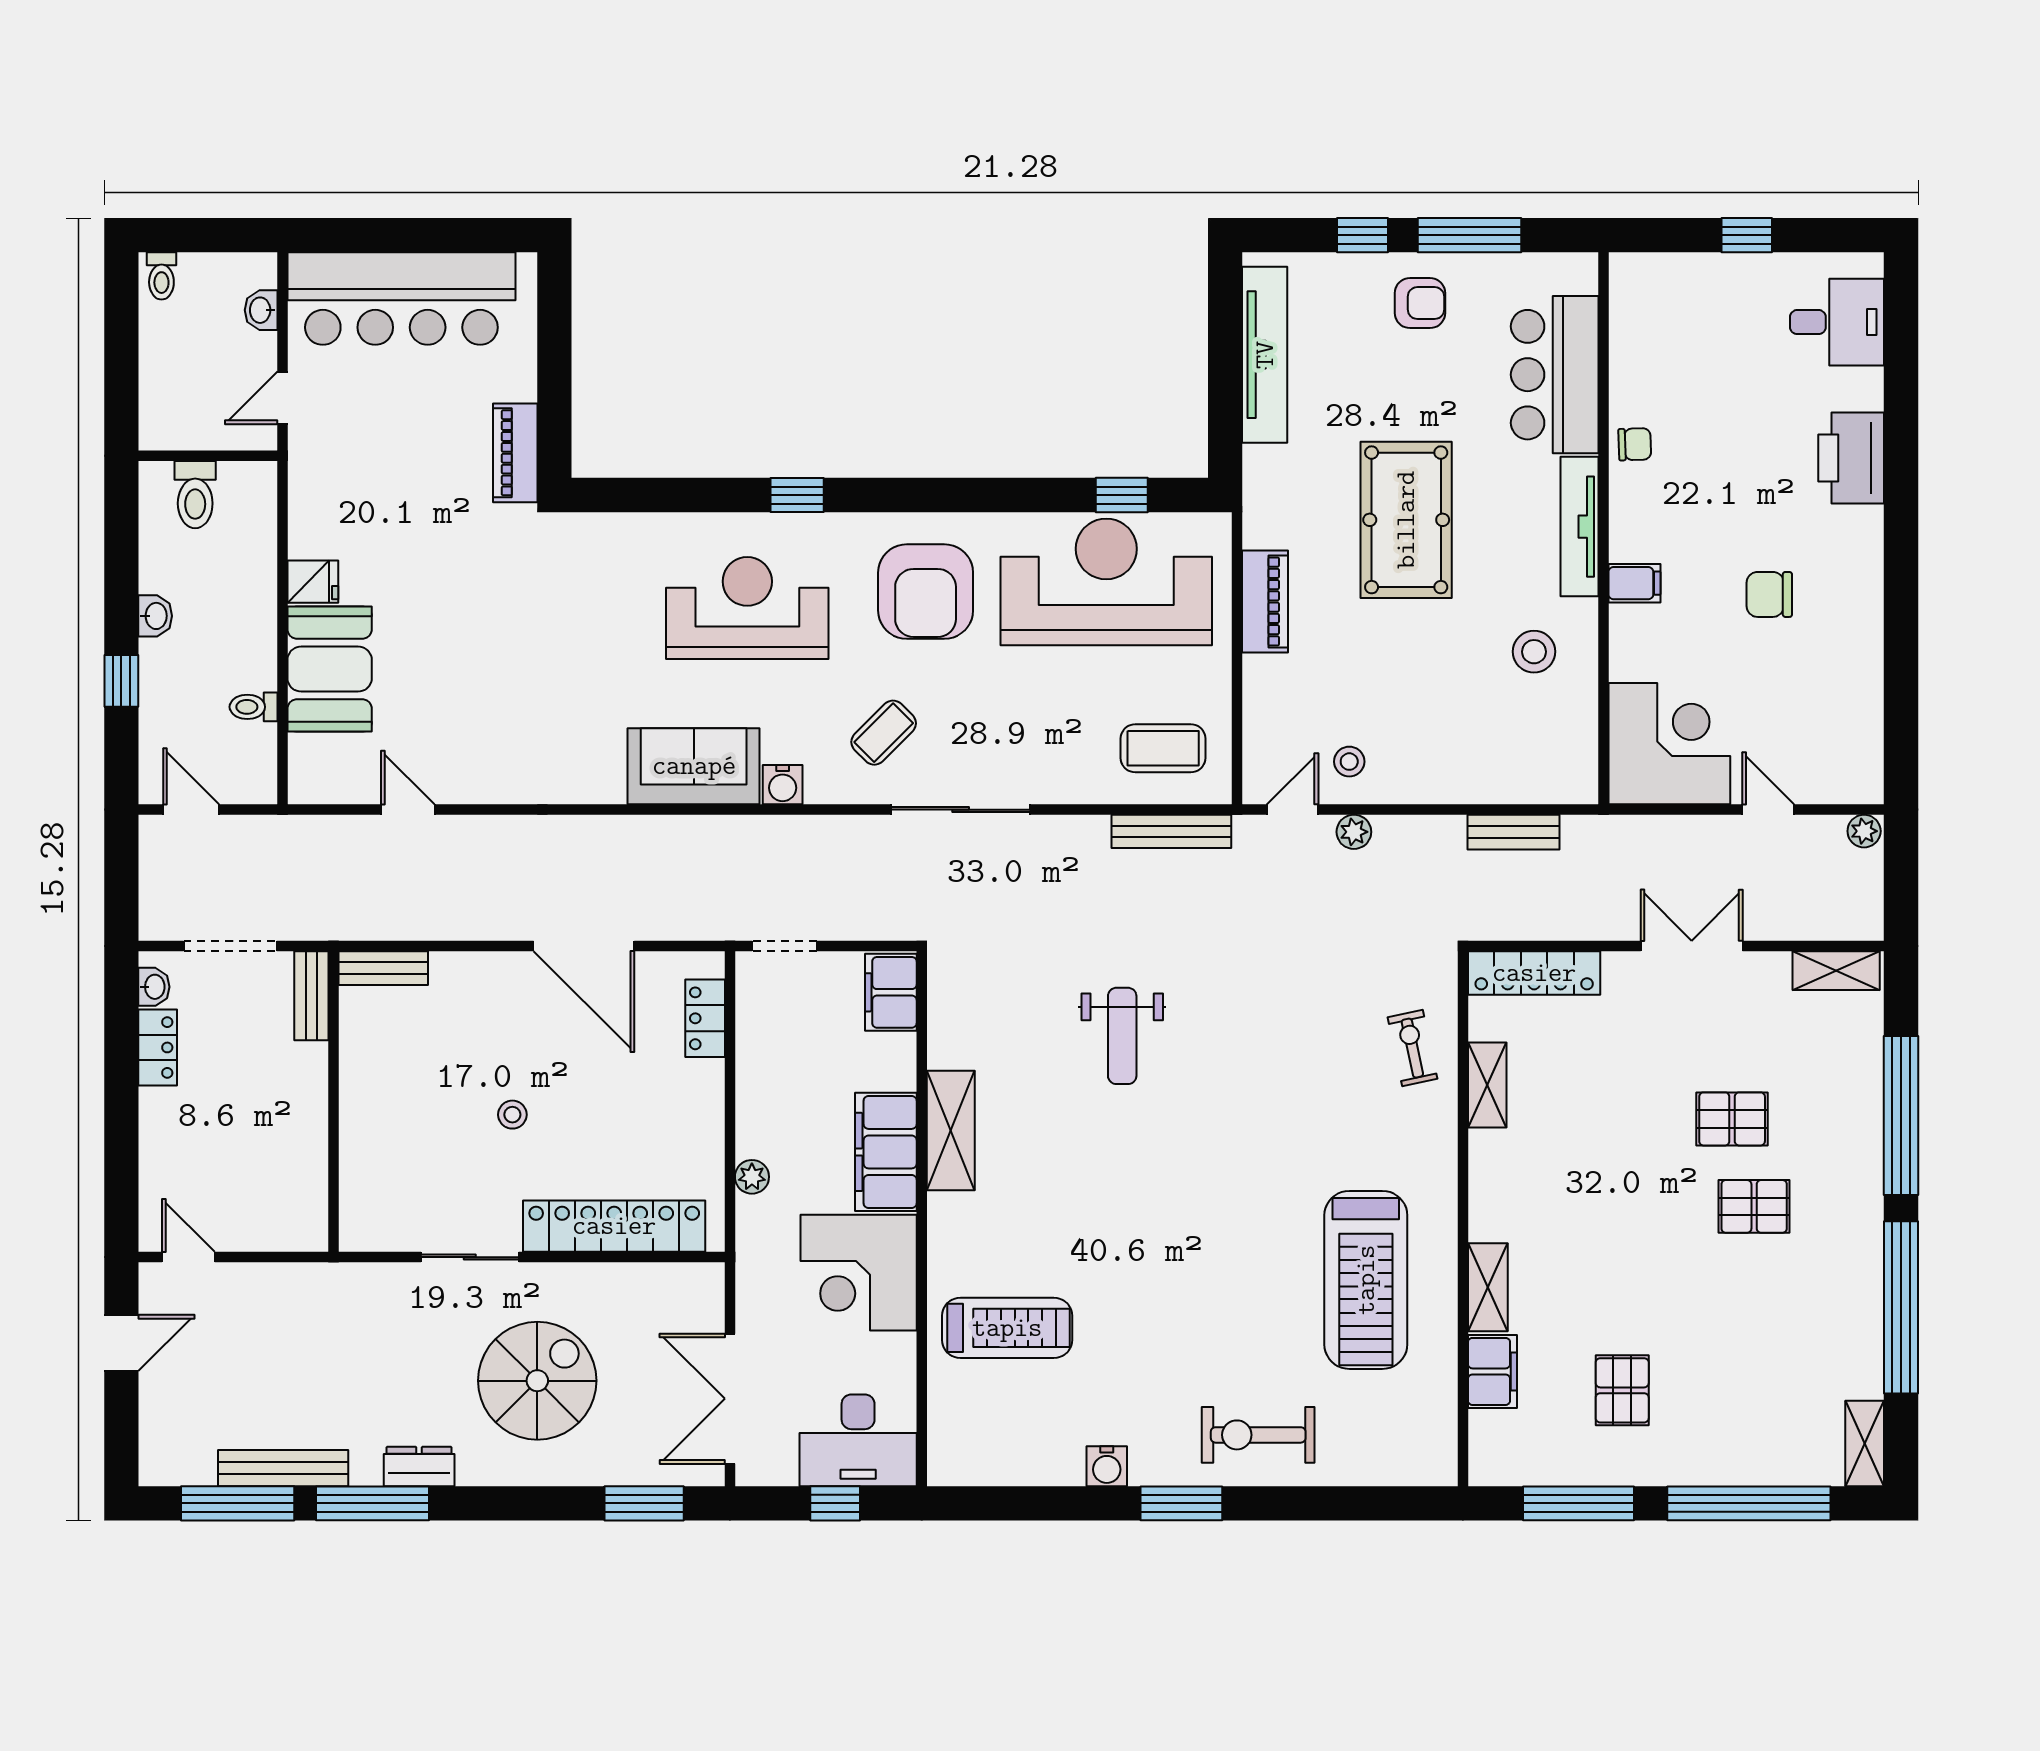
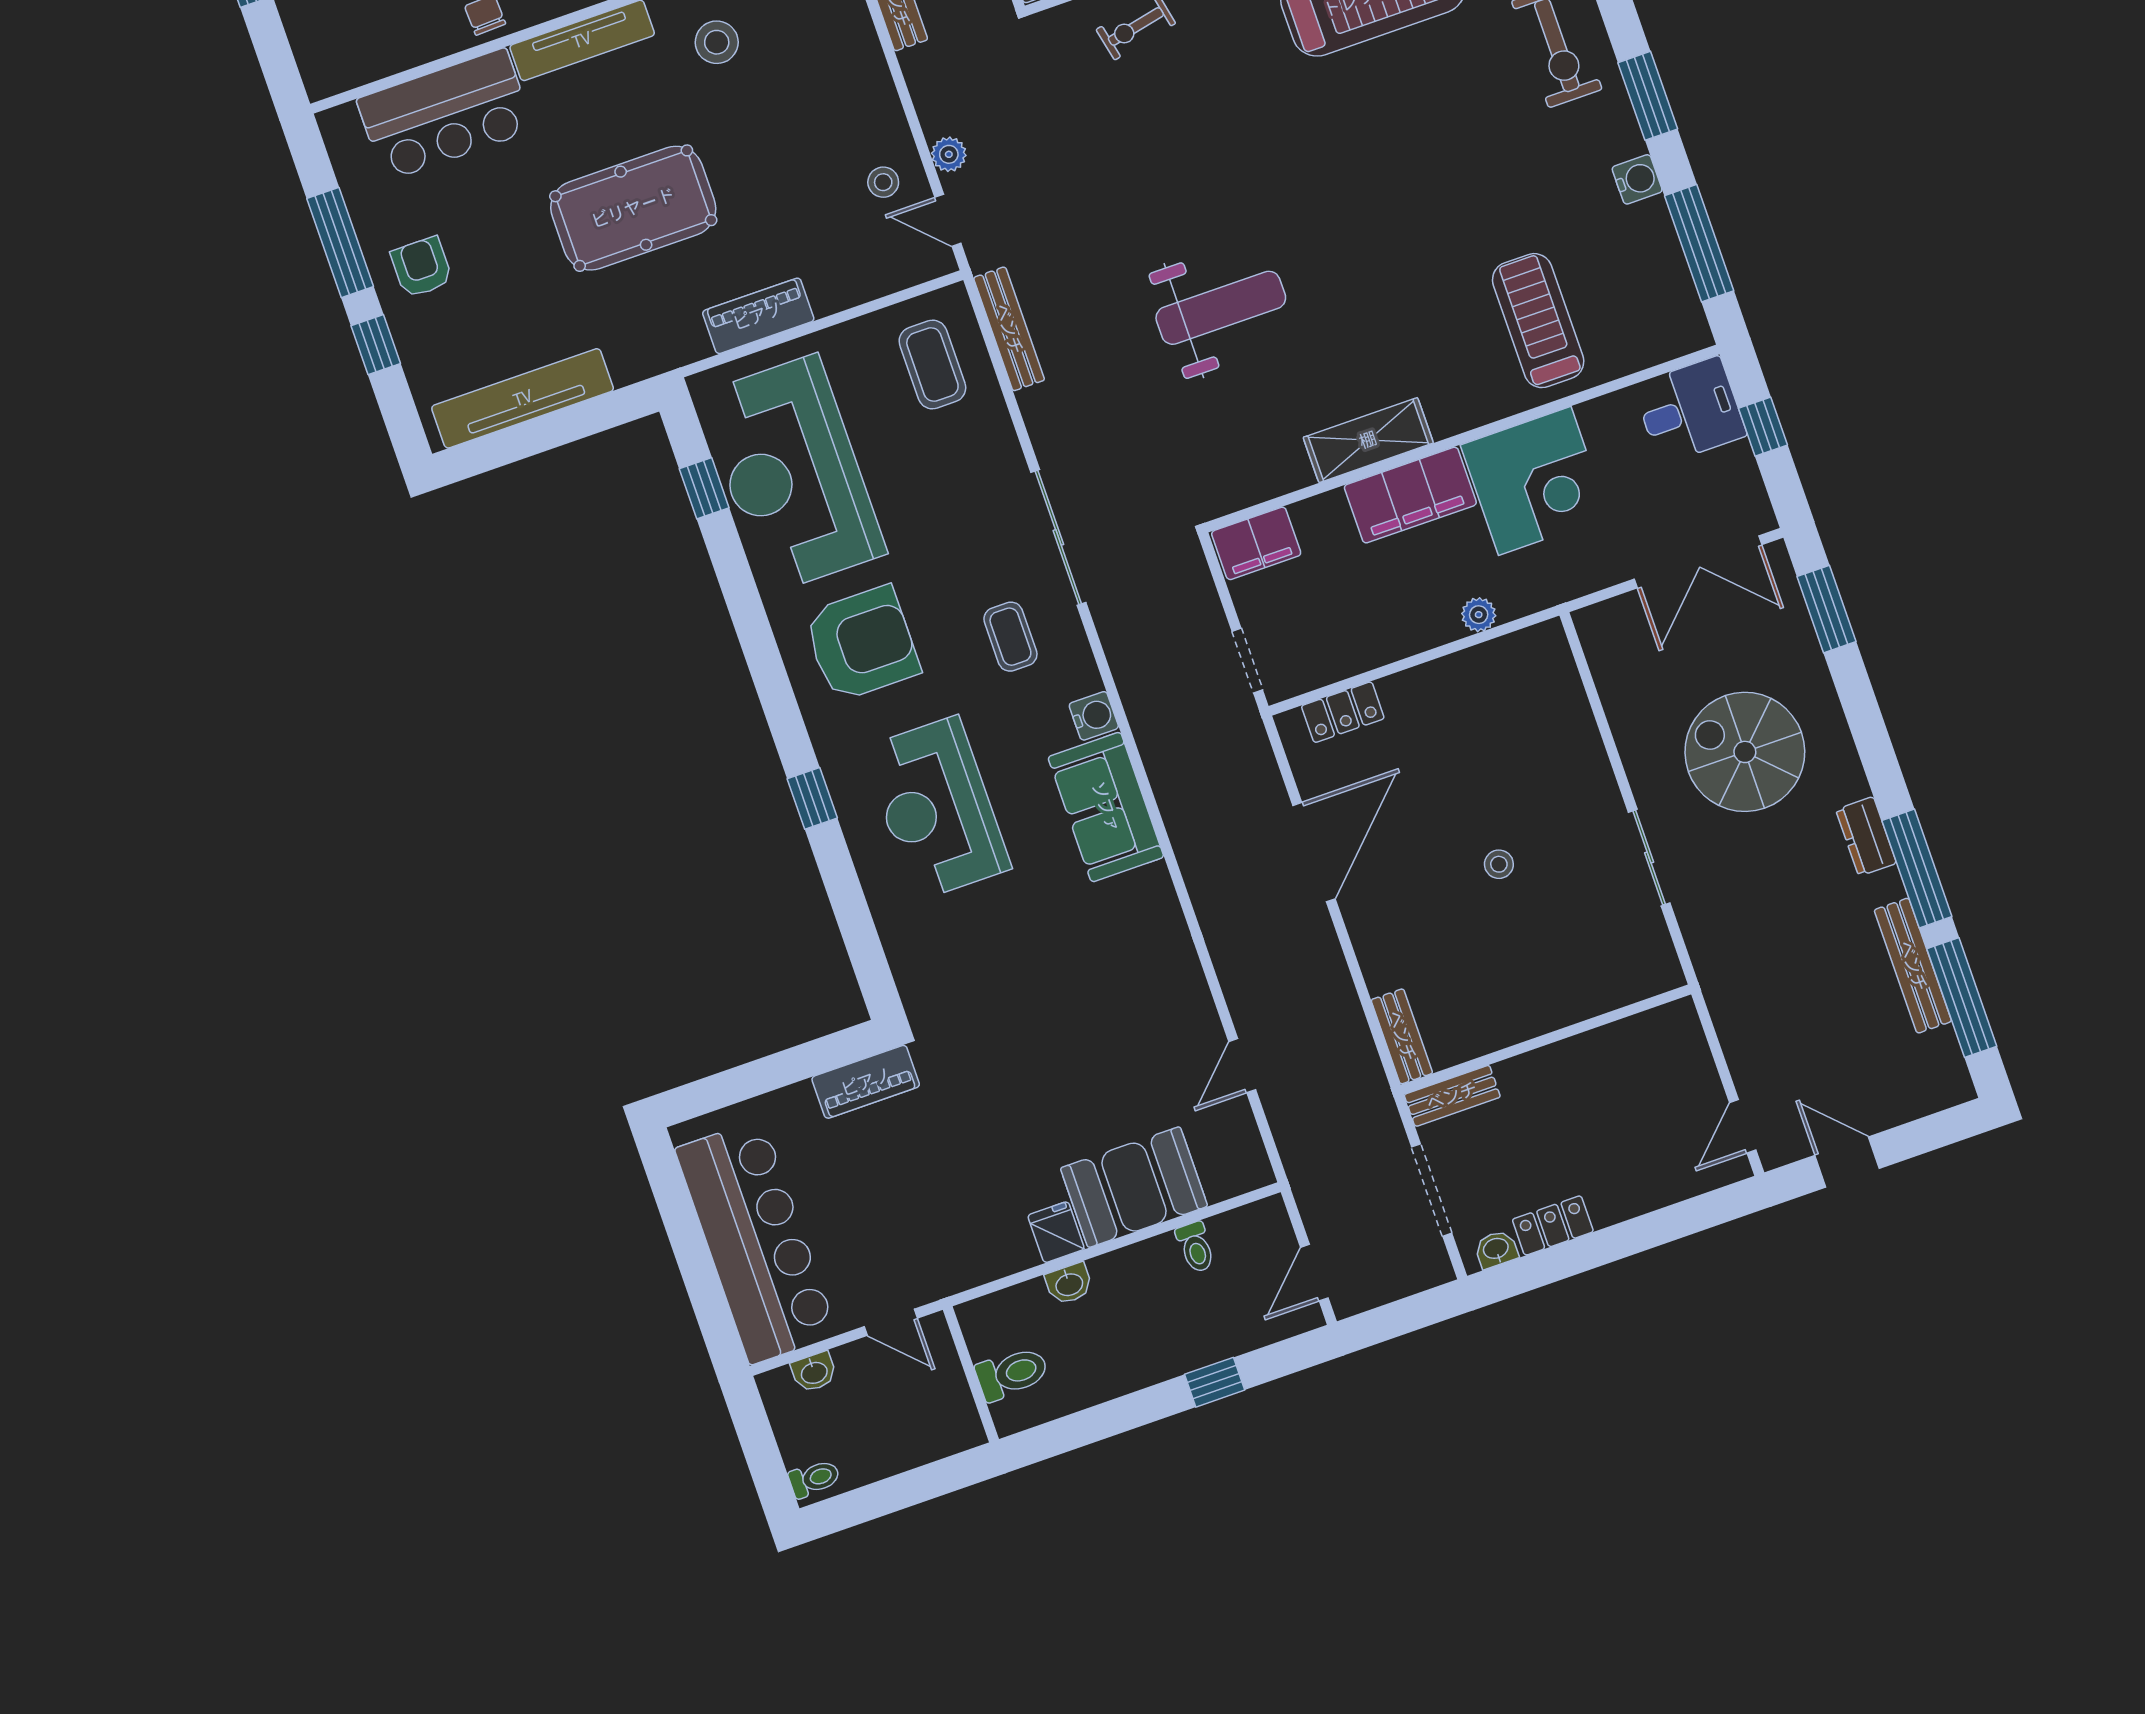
washbasin: (155, 616) -> (1069, 1284), moved, turned 180
coffee table: (884, 733) -> (1010, 637), turned 45
weight bench: (1122, 1036) -> (1221, 308), width x1.36, depth x1.33
locker: (614, 1226) -> (1572, 730), removed
desk: (858, 1440) -> (1690, 410), width x0.73
window: (1027, 1503) -> (1699, 243), added

